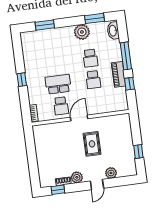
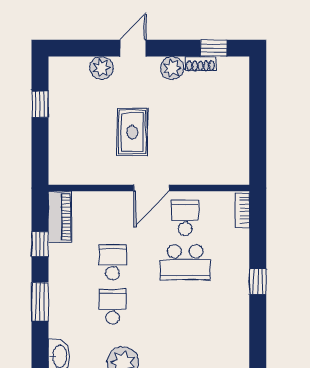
window: (126, 56) -> (40, 302), width x0.69
piano: (119, 74) -> (60, 217), moved

